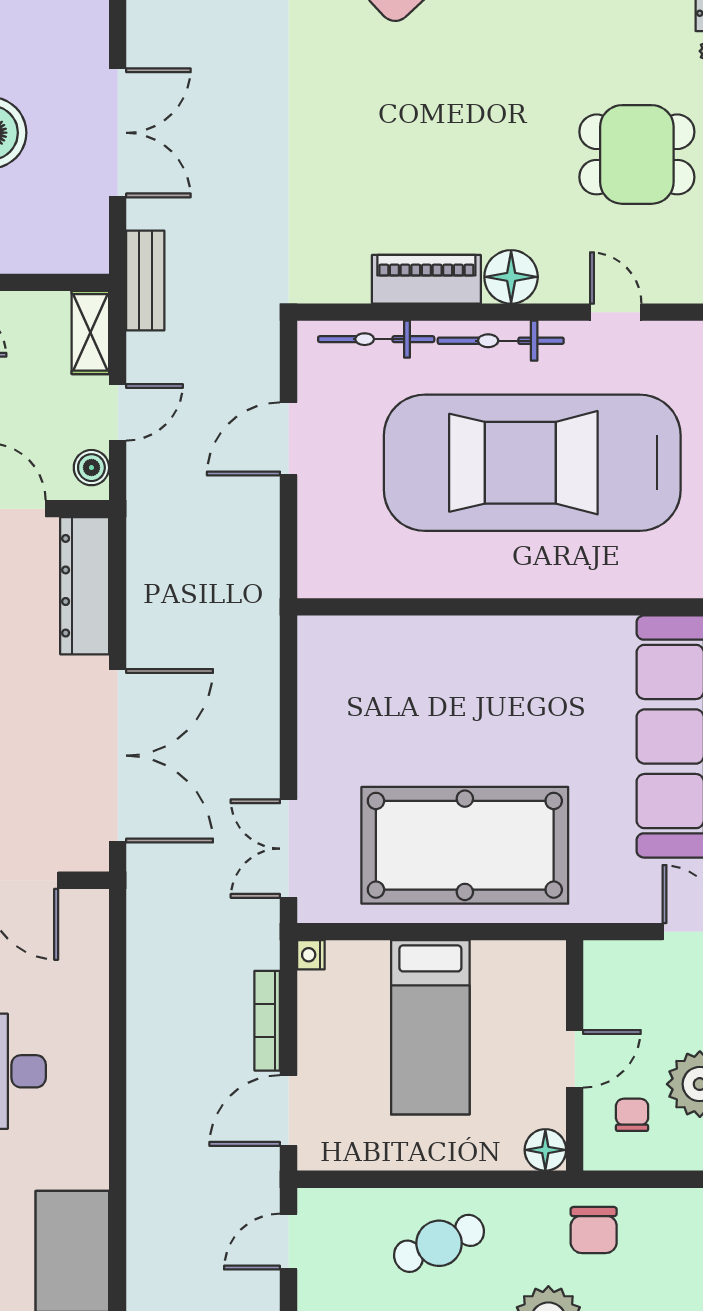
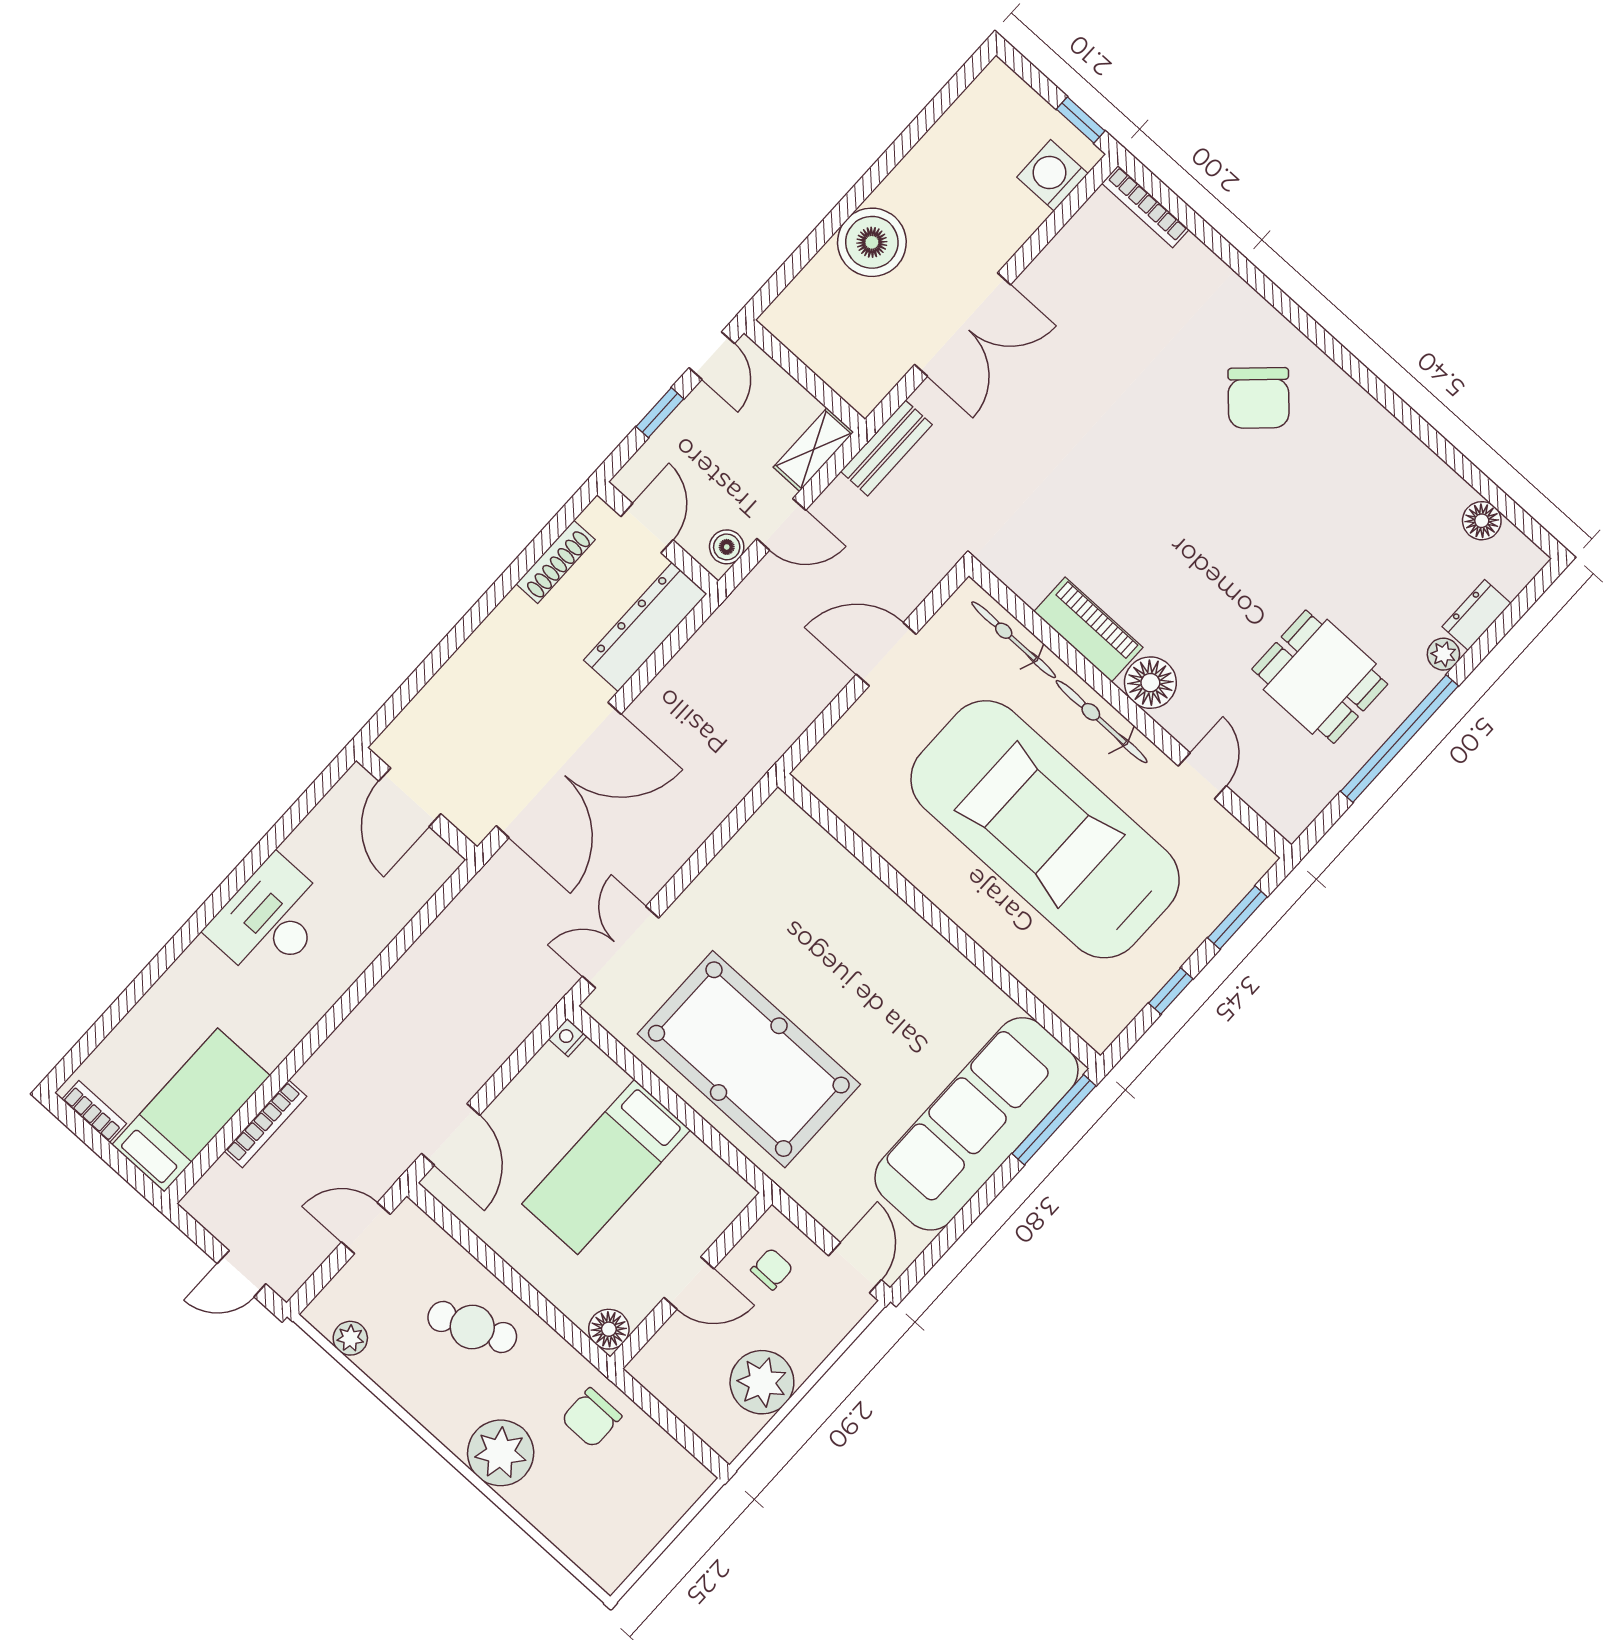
bookcase: (267, 1021) -> (265, 1124), moved, turned 180
door: (288, 1111) -> (451, 1134), swing flipped
chair: (632, 1115) -> (772, 1269), moved

